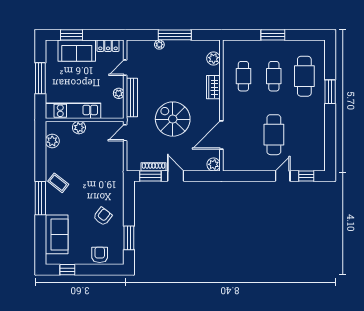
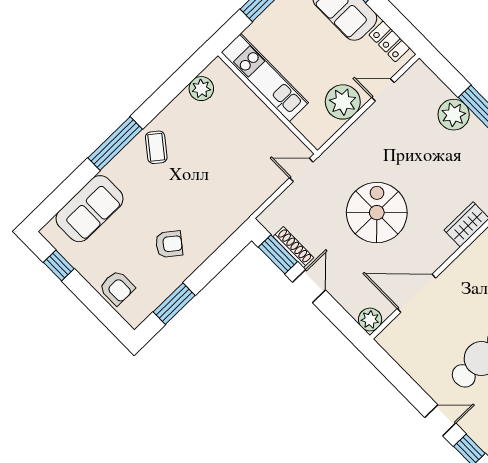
plant: (159, 45) -> (454, 115), width x1.88, depth x1.88
plant: (119, 93) -> (343, 102), width x1.88, depth x1.88
bench: (132, 97) -> (354, 135), removed
plant: (79, 127) -> (251, 105), removed
armchair: (100, 255) -> (117, 288), turned 90

